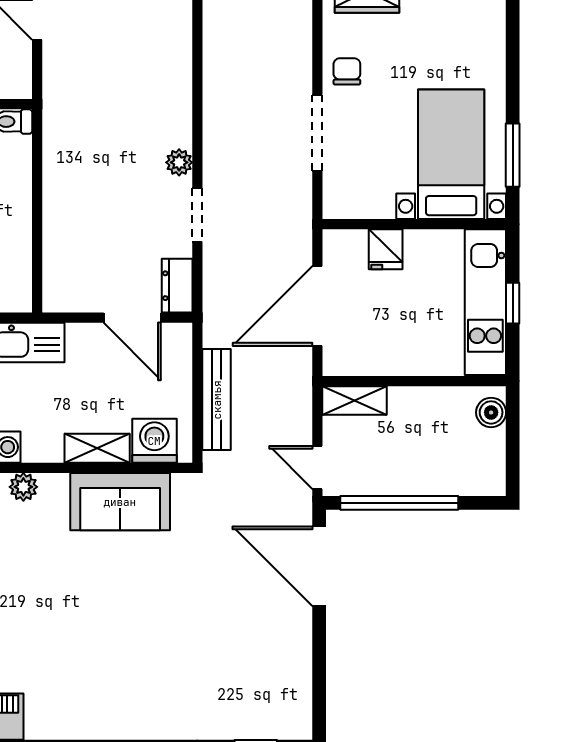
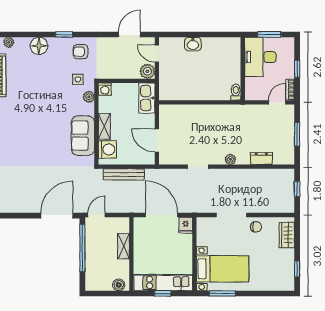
plant: (179, 162) -> (230, 159), moved
fridge: (386, 249) -> (186, 225), moved, turned -90
dresser: (177, 286) -> (261, 159), moved
door: (132, 318) -> (157, 141), hinge flipped
shelving: (355, 401) -> (124, 246), moved

